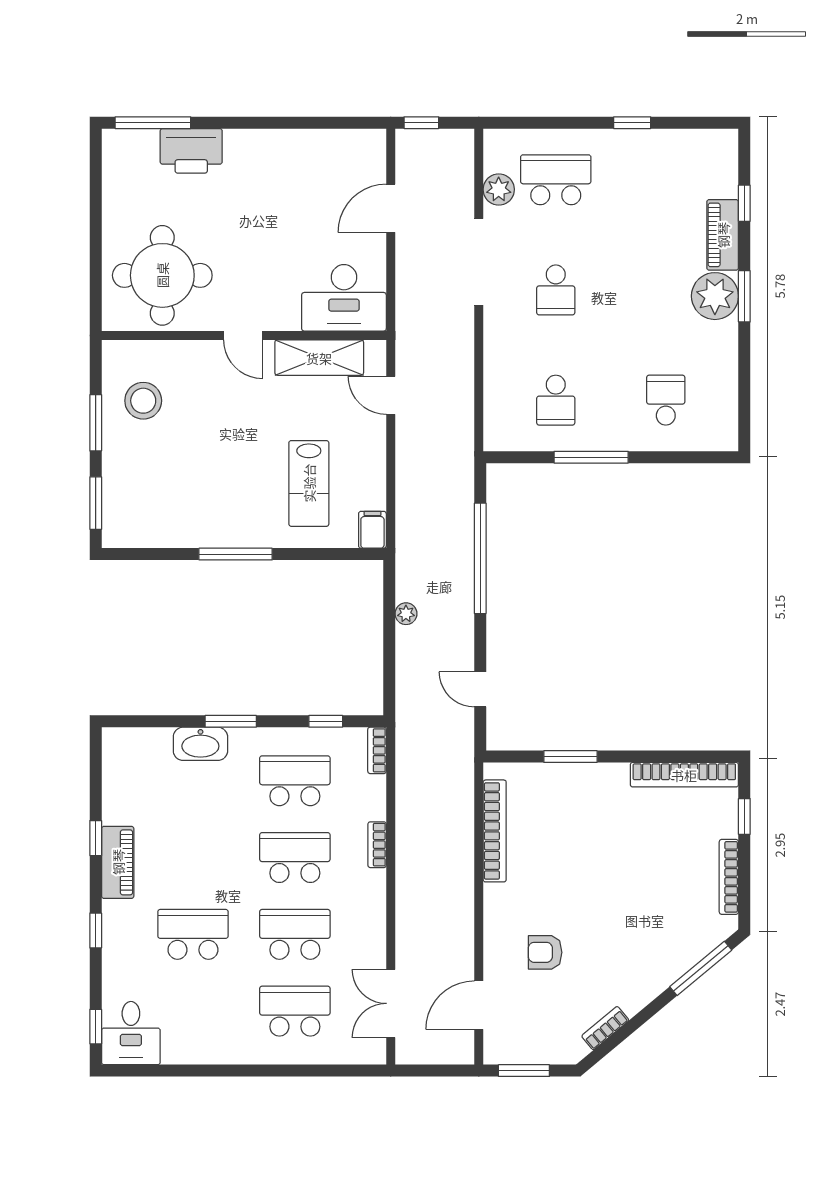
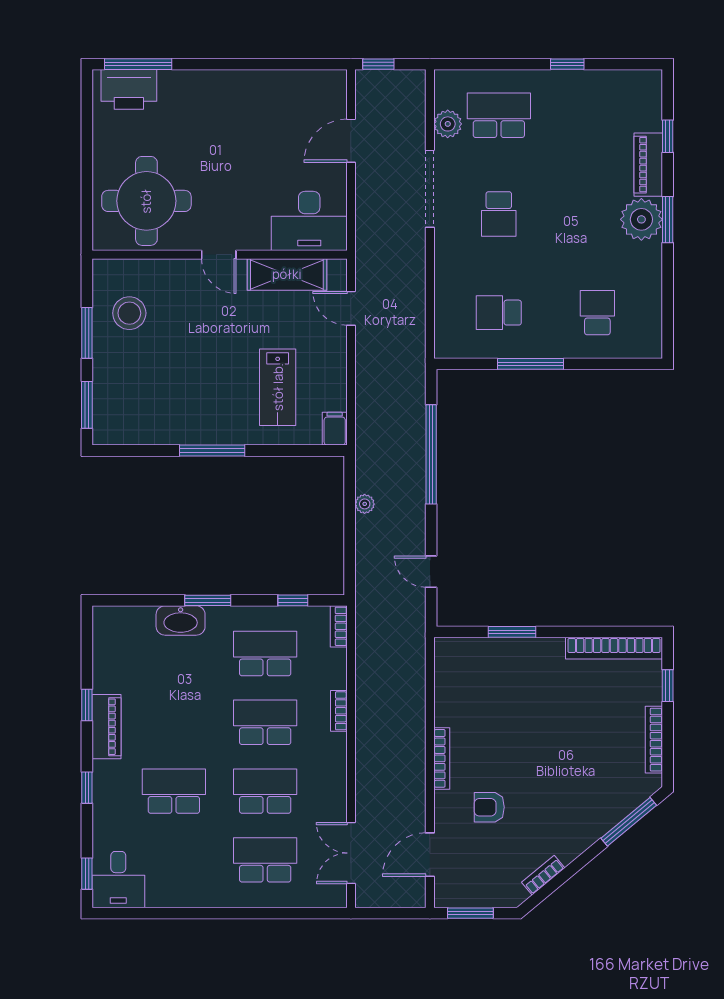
printer: (191, 151) -> (129, 89), moved
school desk: (556, 400) -> (499, 313), turned 90
bookcase: (495, 831) -> (442, 758), moved, width x0.68, depth x0.76

